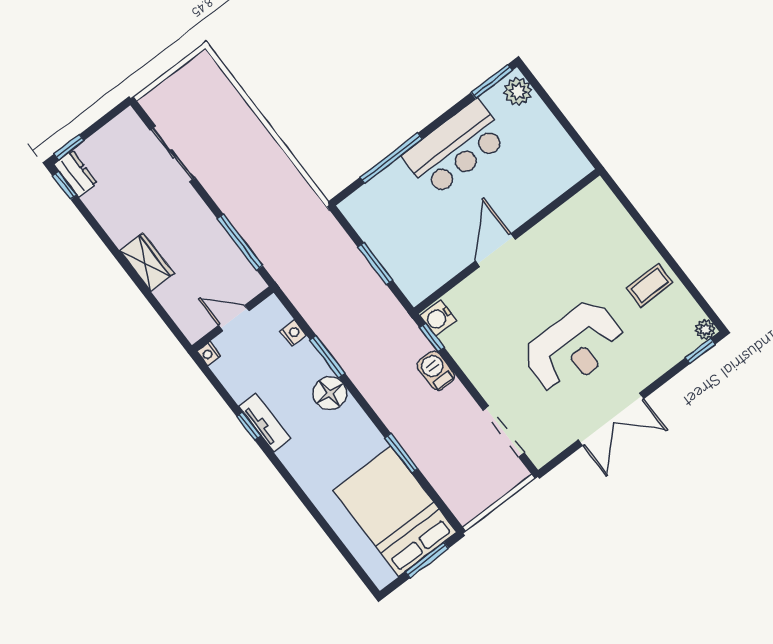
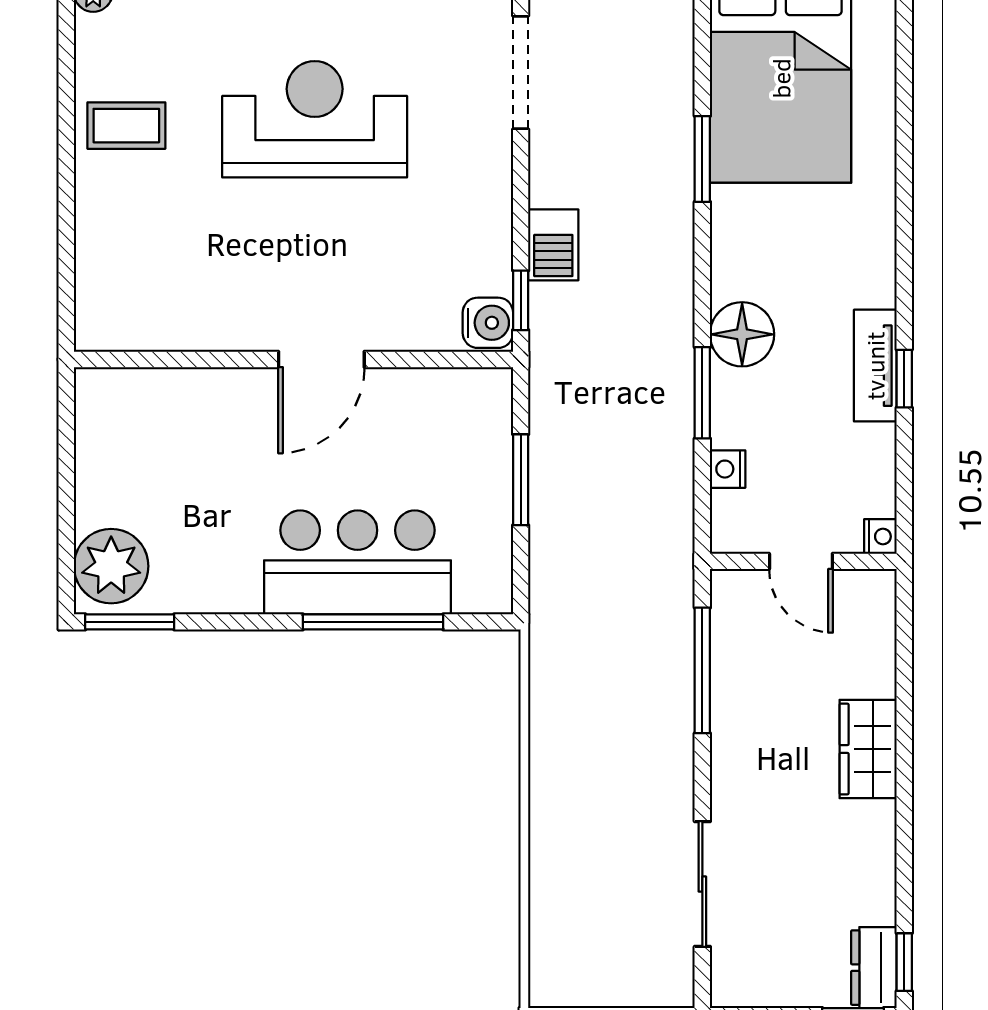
plant: (518, 91) -> (111, 566), width x1.36, depth x1.36
bar counter: (455, 148) -> (357, 562), moved

